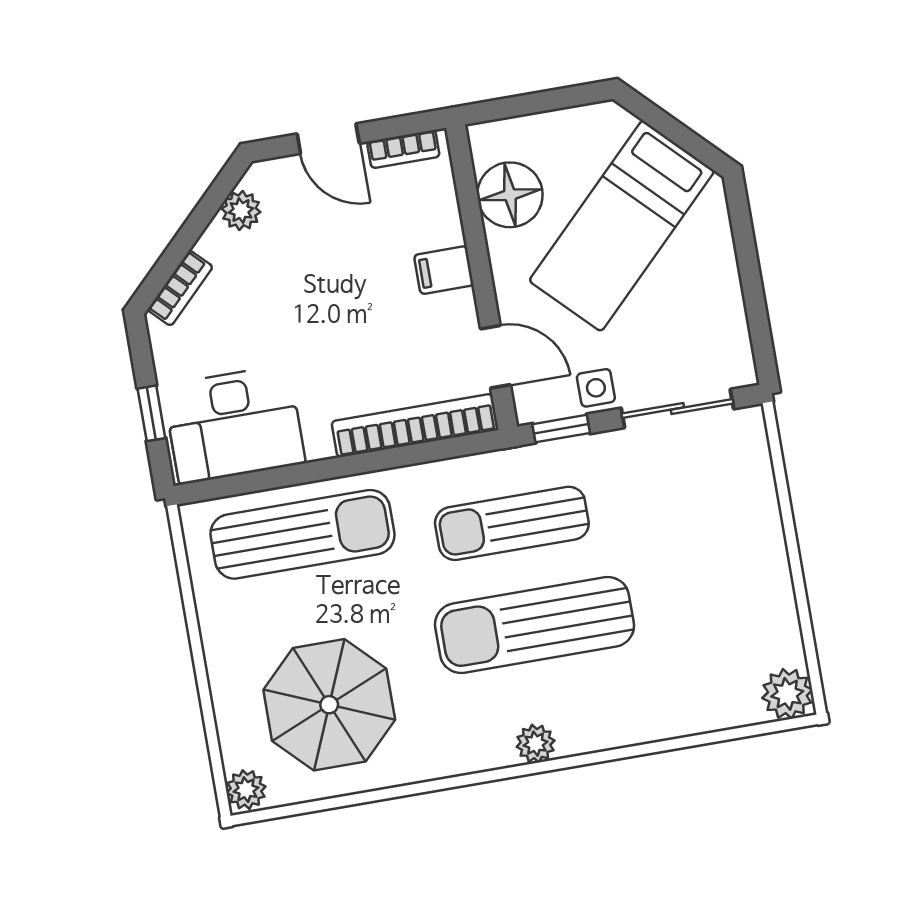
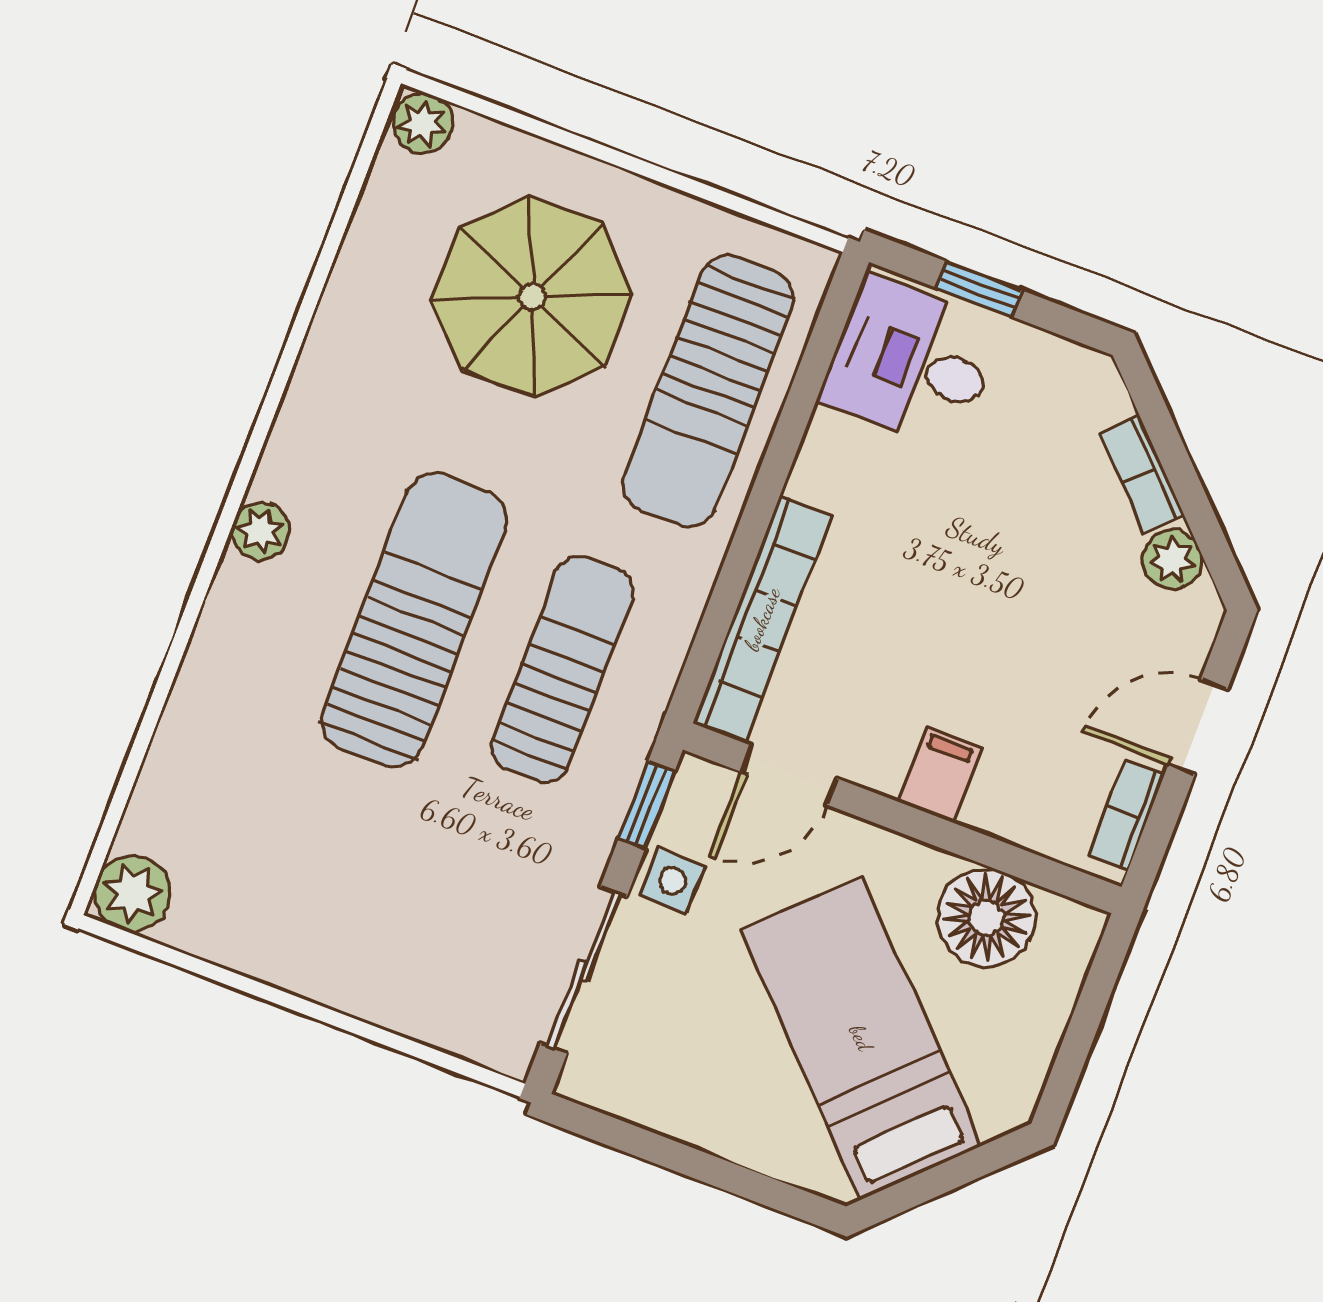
bookcase: (180, 288) -> (1142, 474), moved
desk: (234, 424) -> (911, 363), width x0.73
parasol: (329, 705) -> (532, 297), moved

